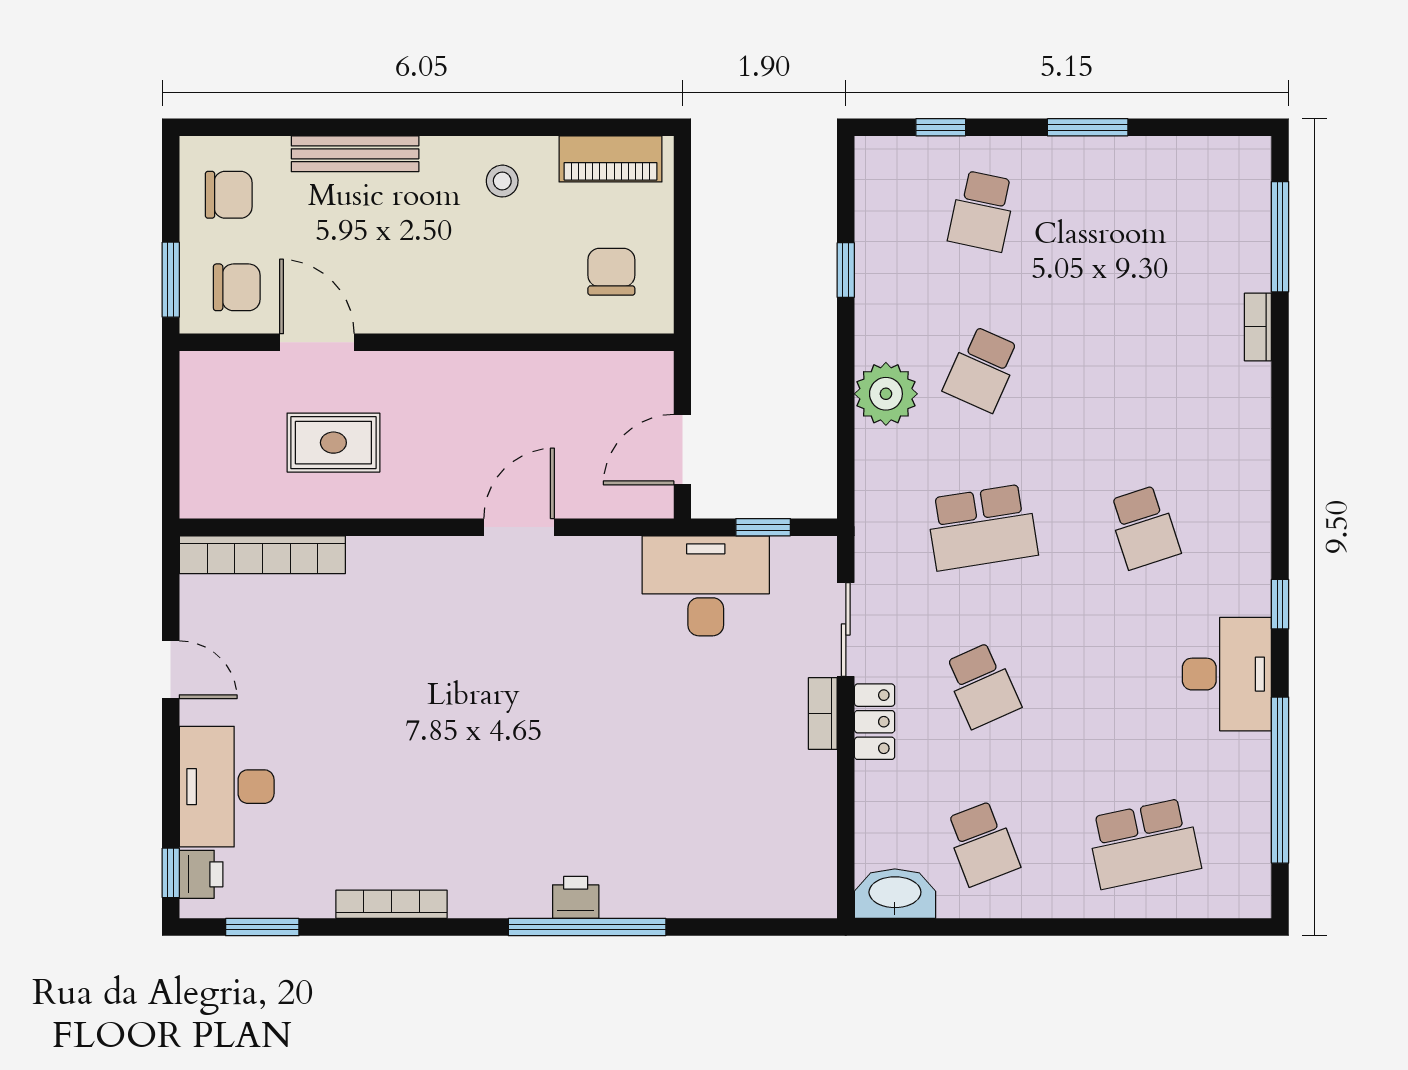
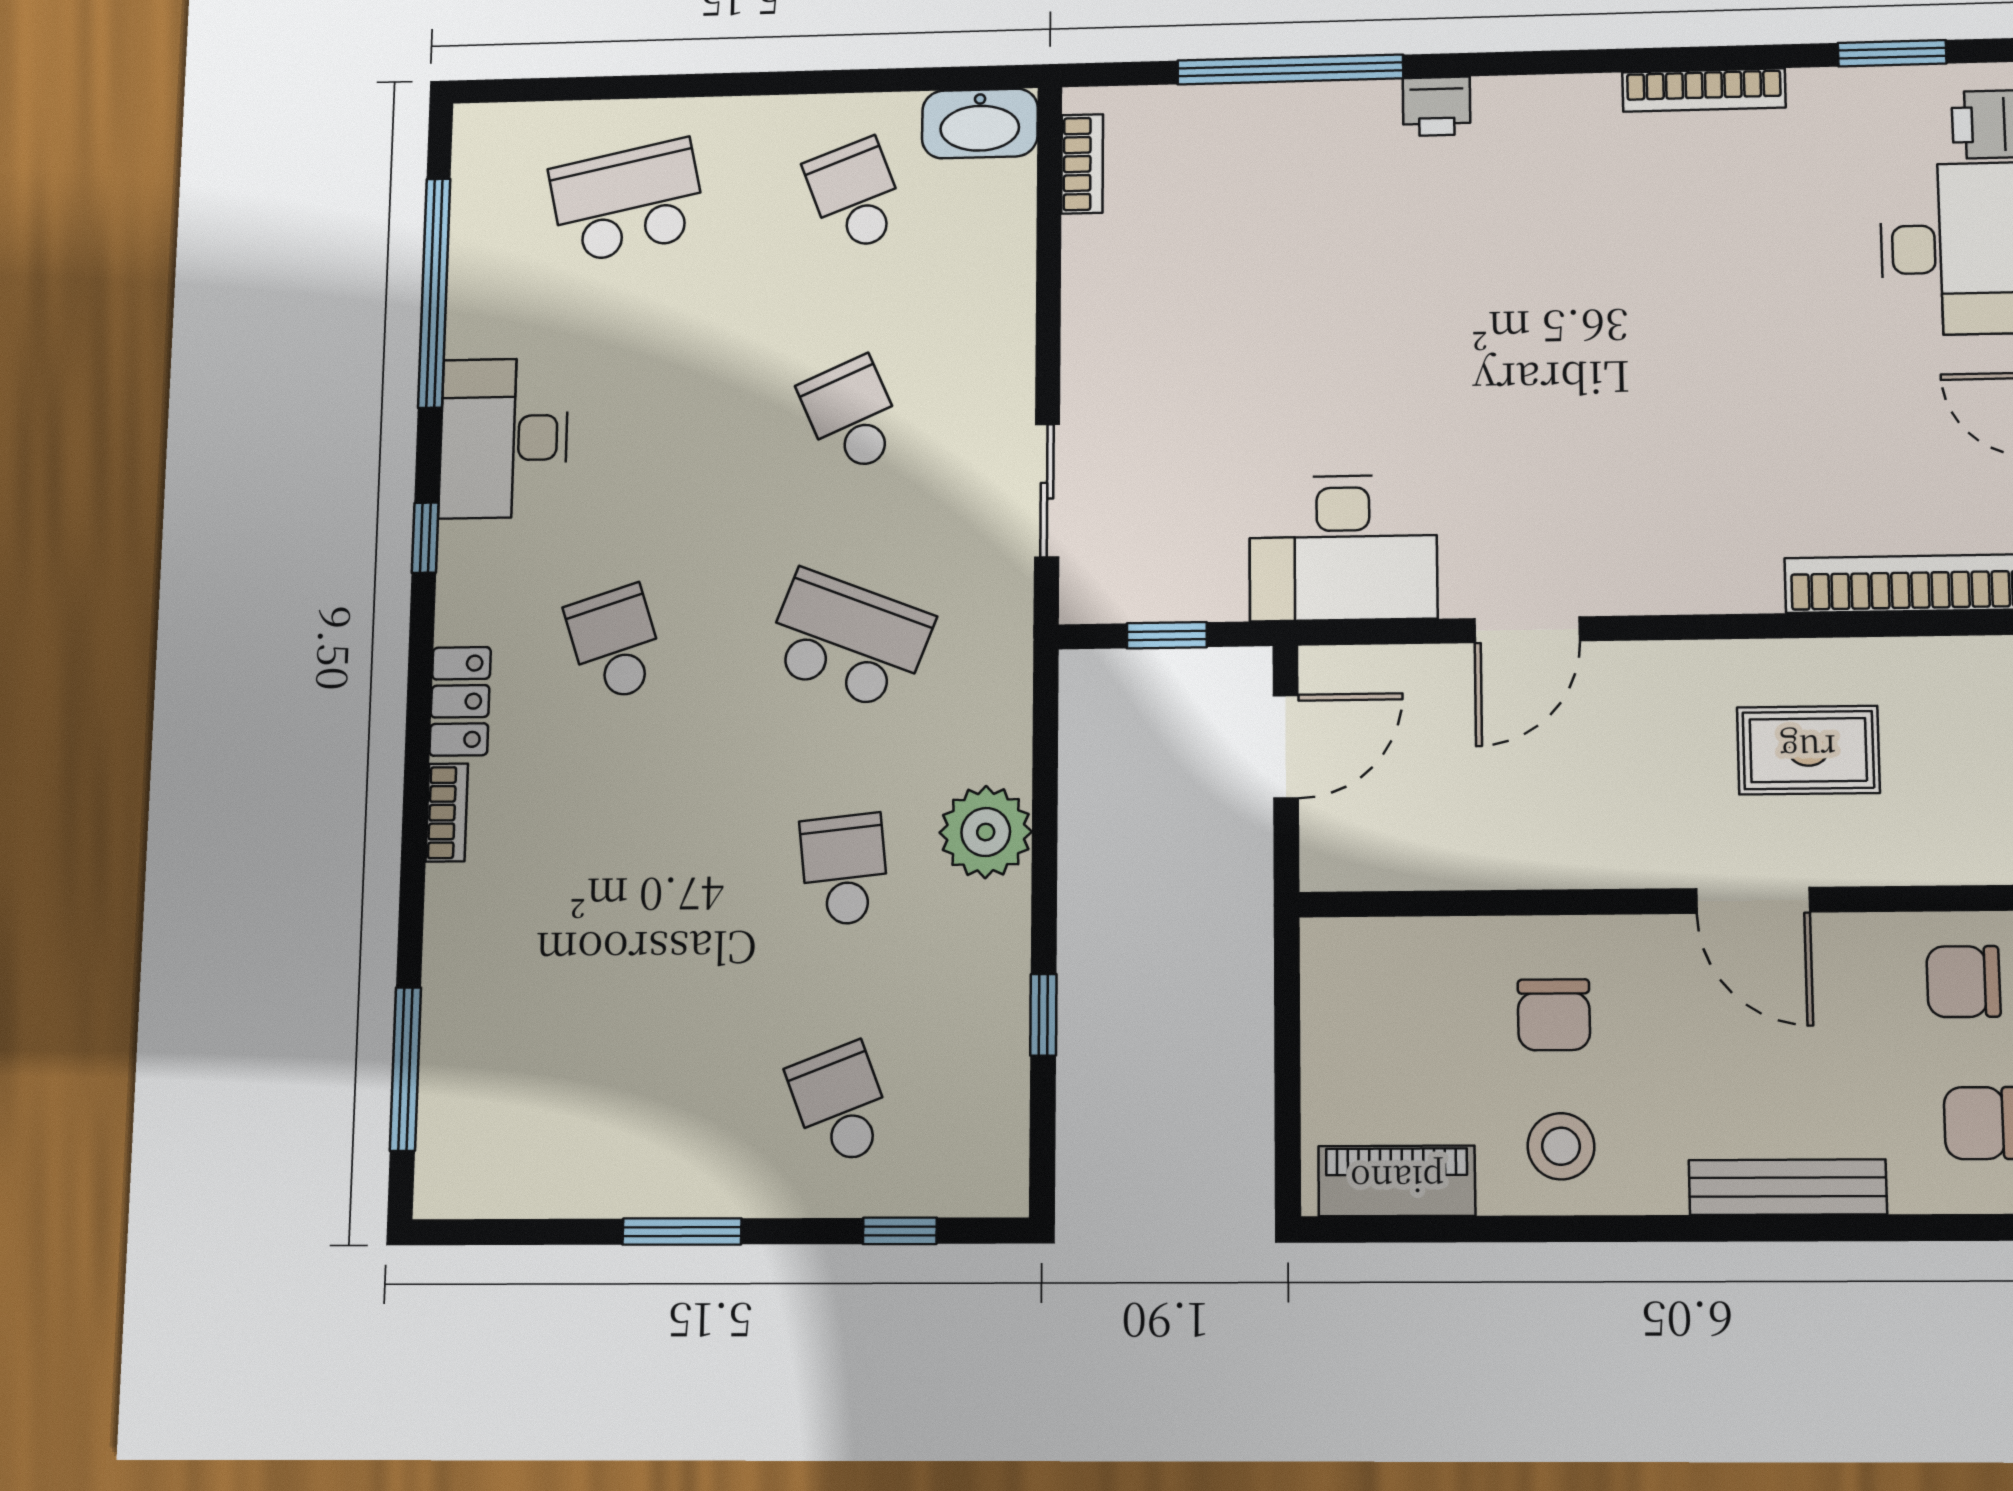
stool: (502, 181) -> (1561, 1146), width x1.37, depth x1.37
school desk: (982, 211) -> (841, 1105), turned -33
chair: (611, 272) -> (1554, 1015), moved
bookcase: (1258, 327) -> (447, 813), moved
door: (317, 342) -> (1753, 900), moved
school desk: (982, 369) -> (844, 870), turned -30
school desk: (982, 527) -> (848, 640), turned 30
desk: (706, 586) -> (1343, 548), moved
bookcase: (823, 714) -> (1082, 164), moved
locker: (875, 722) -> (460, 701), moved, turned 180
window: (587, 927) -> (1290, 69), moved

